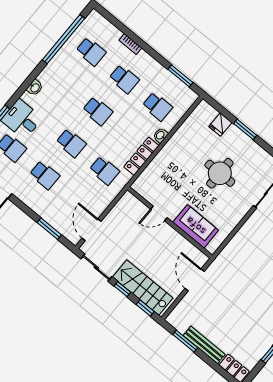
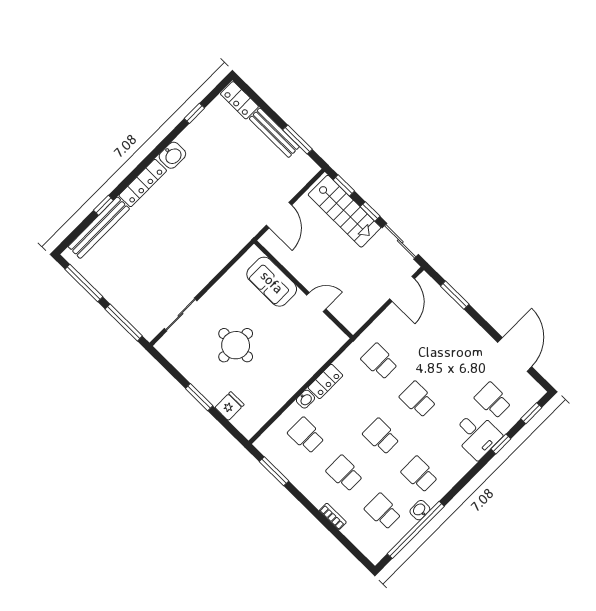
washbasin: (35, 88) -> (420, 510), moved
locker: (141, 156) -> (325, 381), width x0.66
school desk: (45, 175) -> (420, 474), moved

